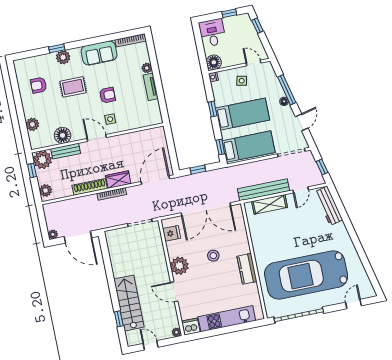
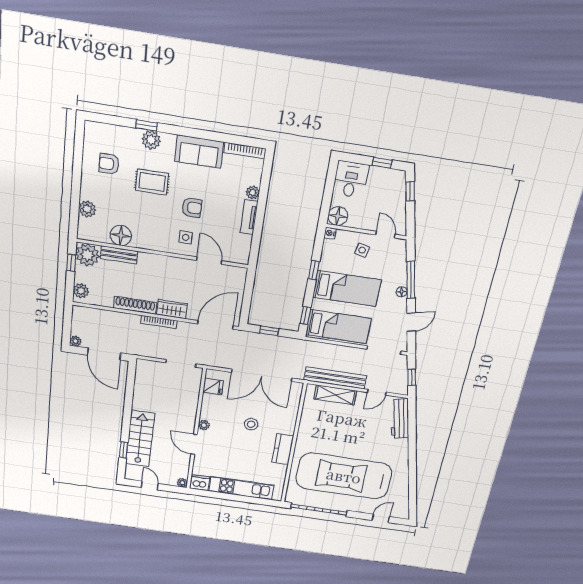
door: (97, 138) -> (209, 261), moved
plant: (179, 266) -> (204, 425), width x0.53, depth x0.53

